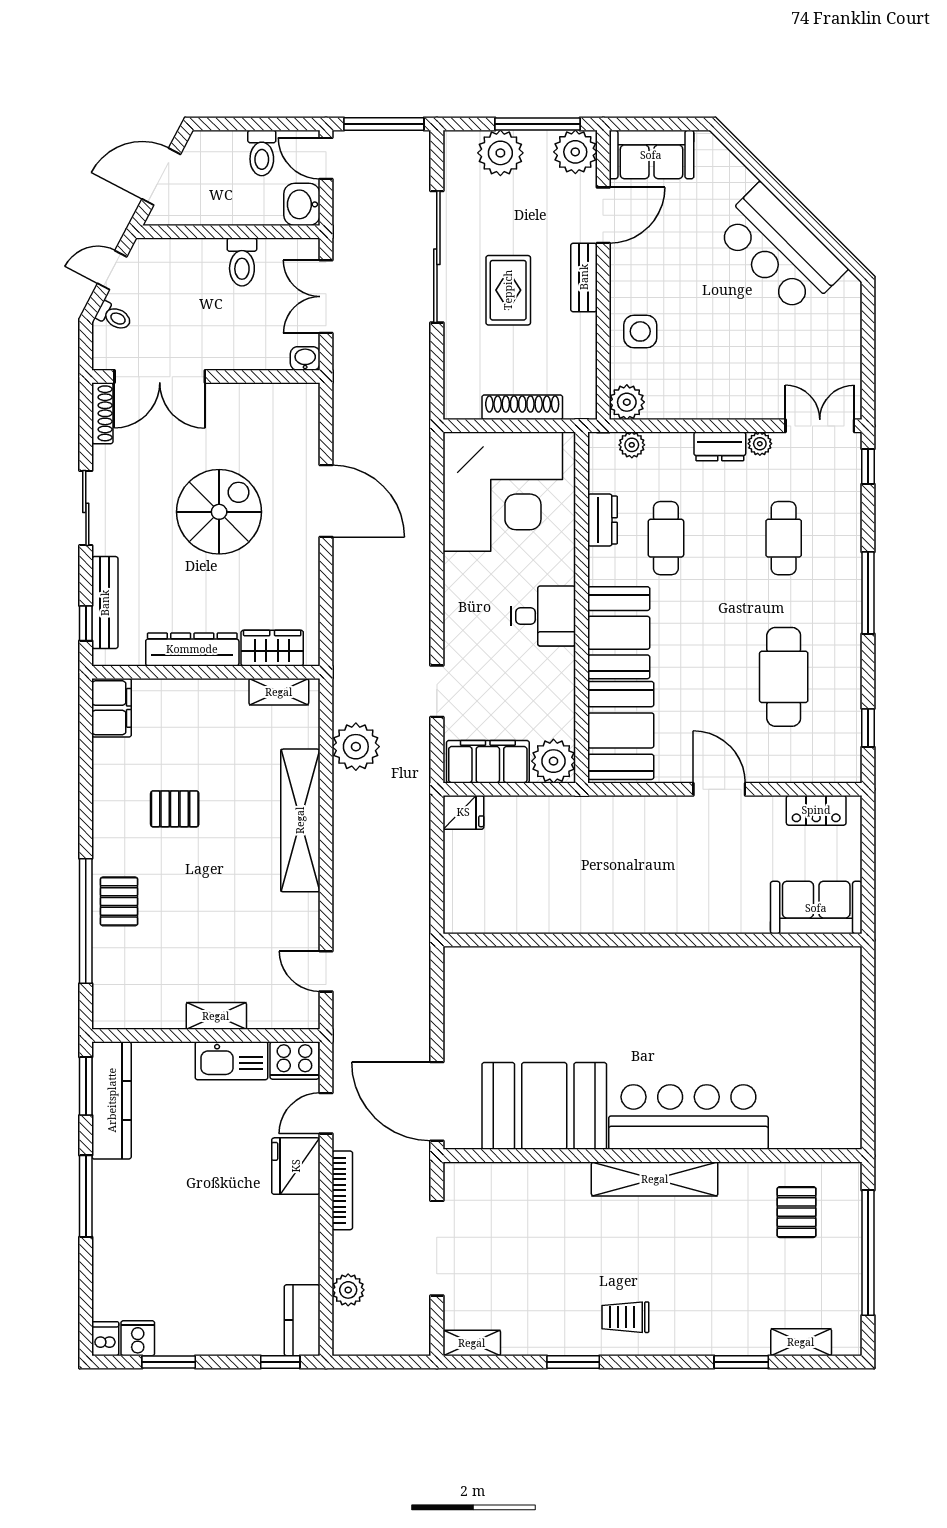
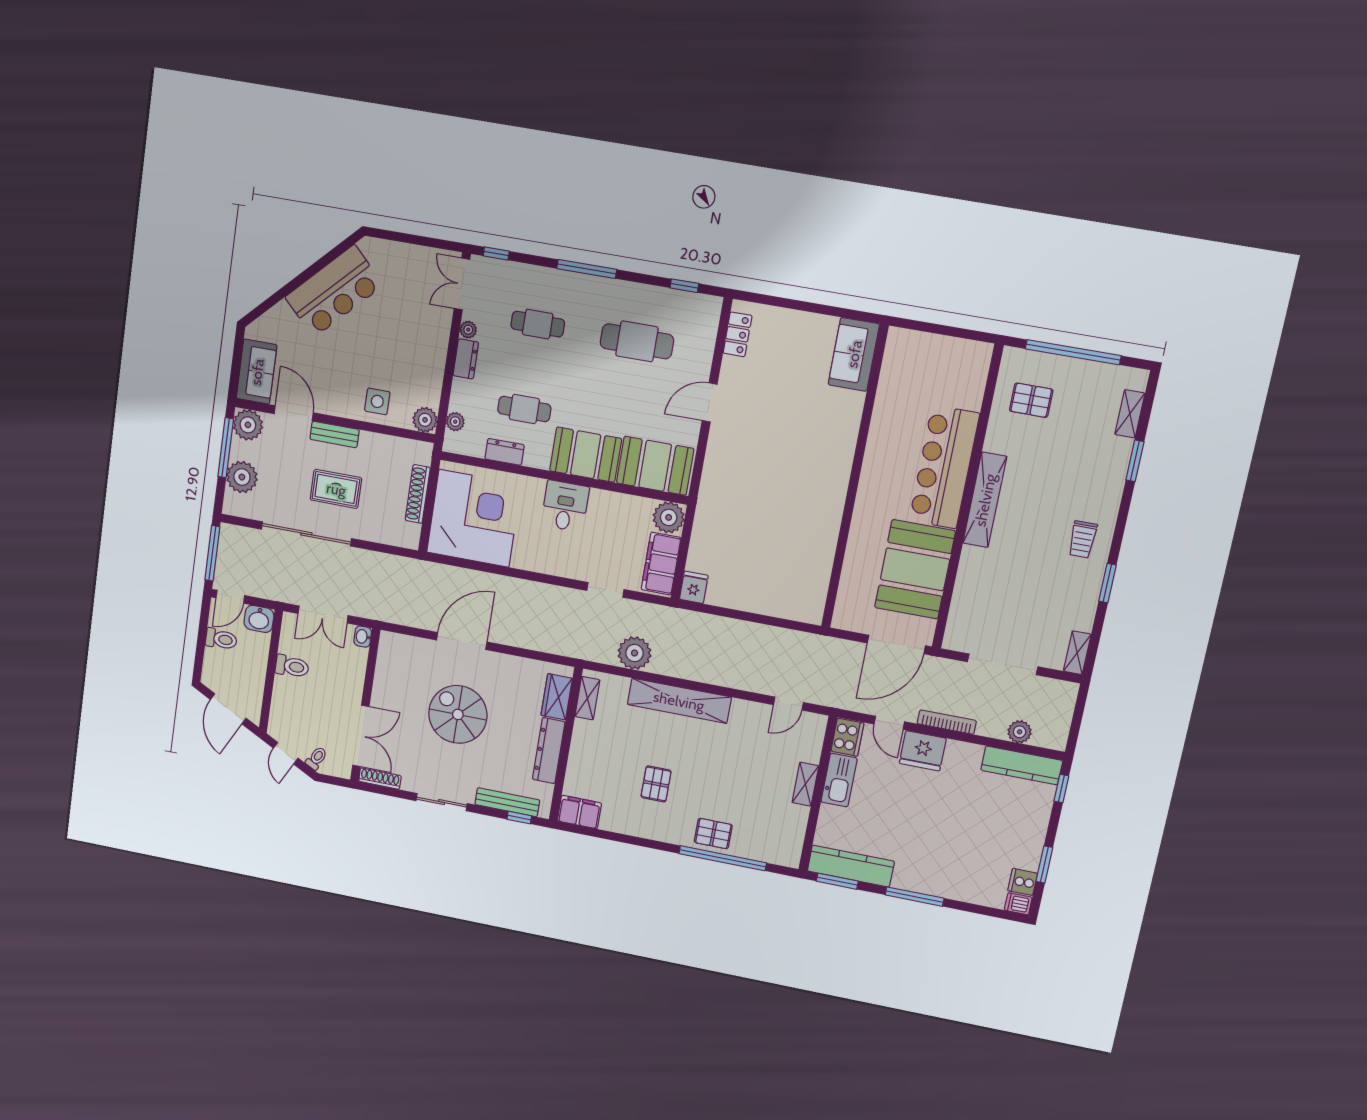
sofa: (816, 908) -> (854, 354), moved
wall: (652, 940) -> (855, 478), moved
kitchen counter: (302, 1320) -> (1022, 765), width x1.50

